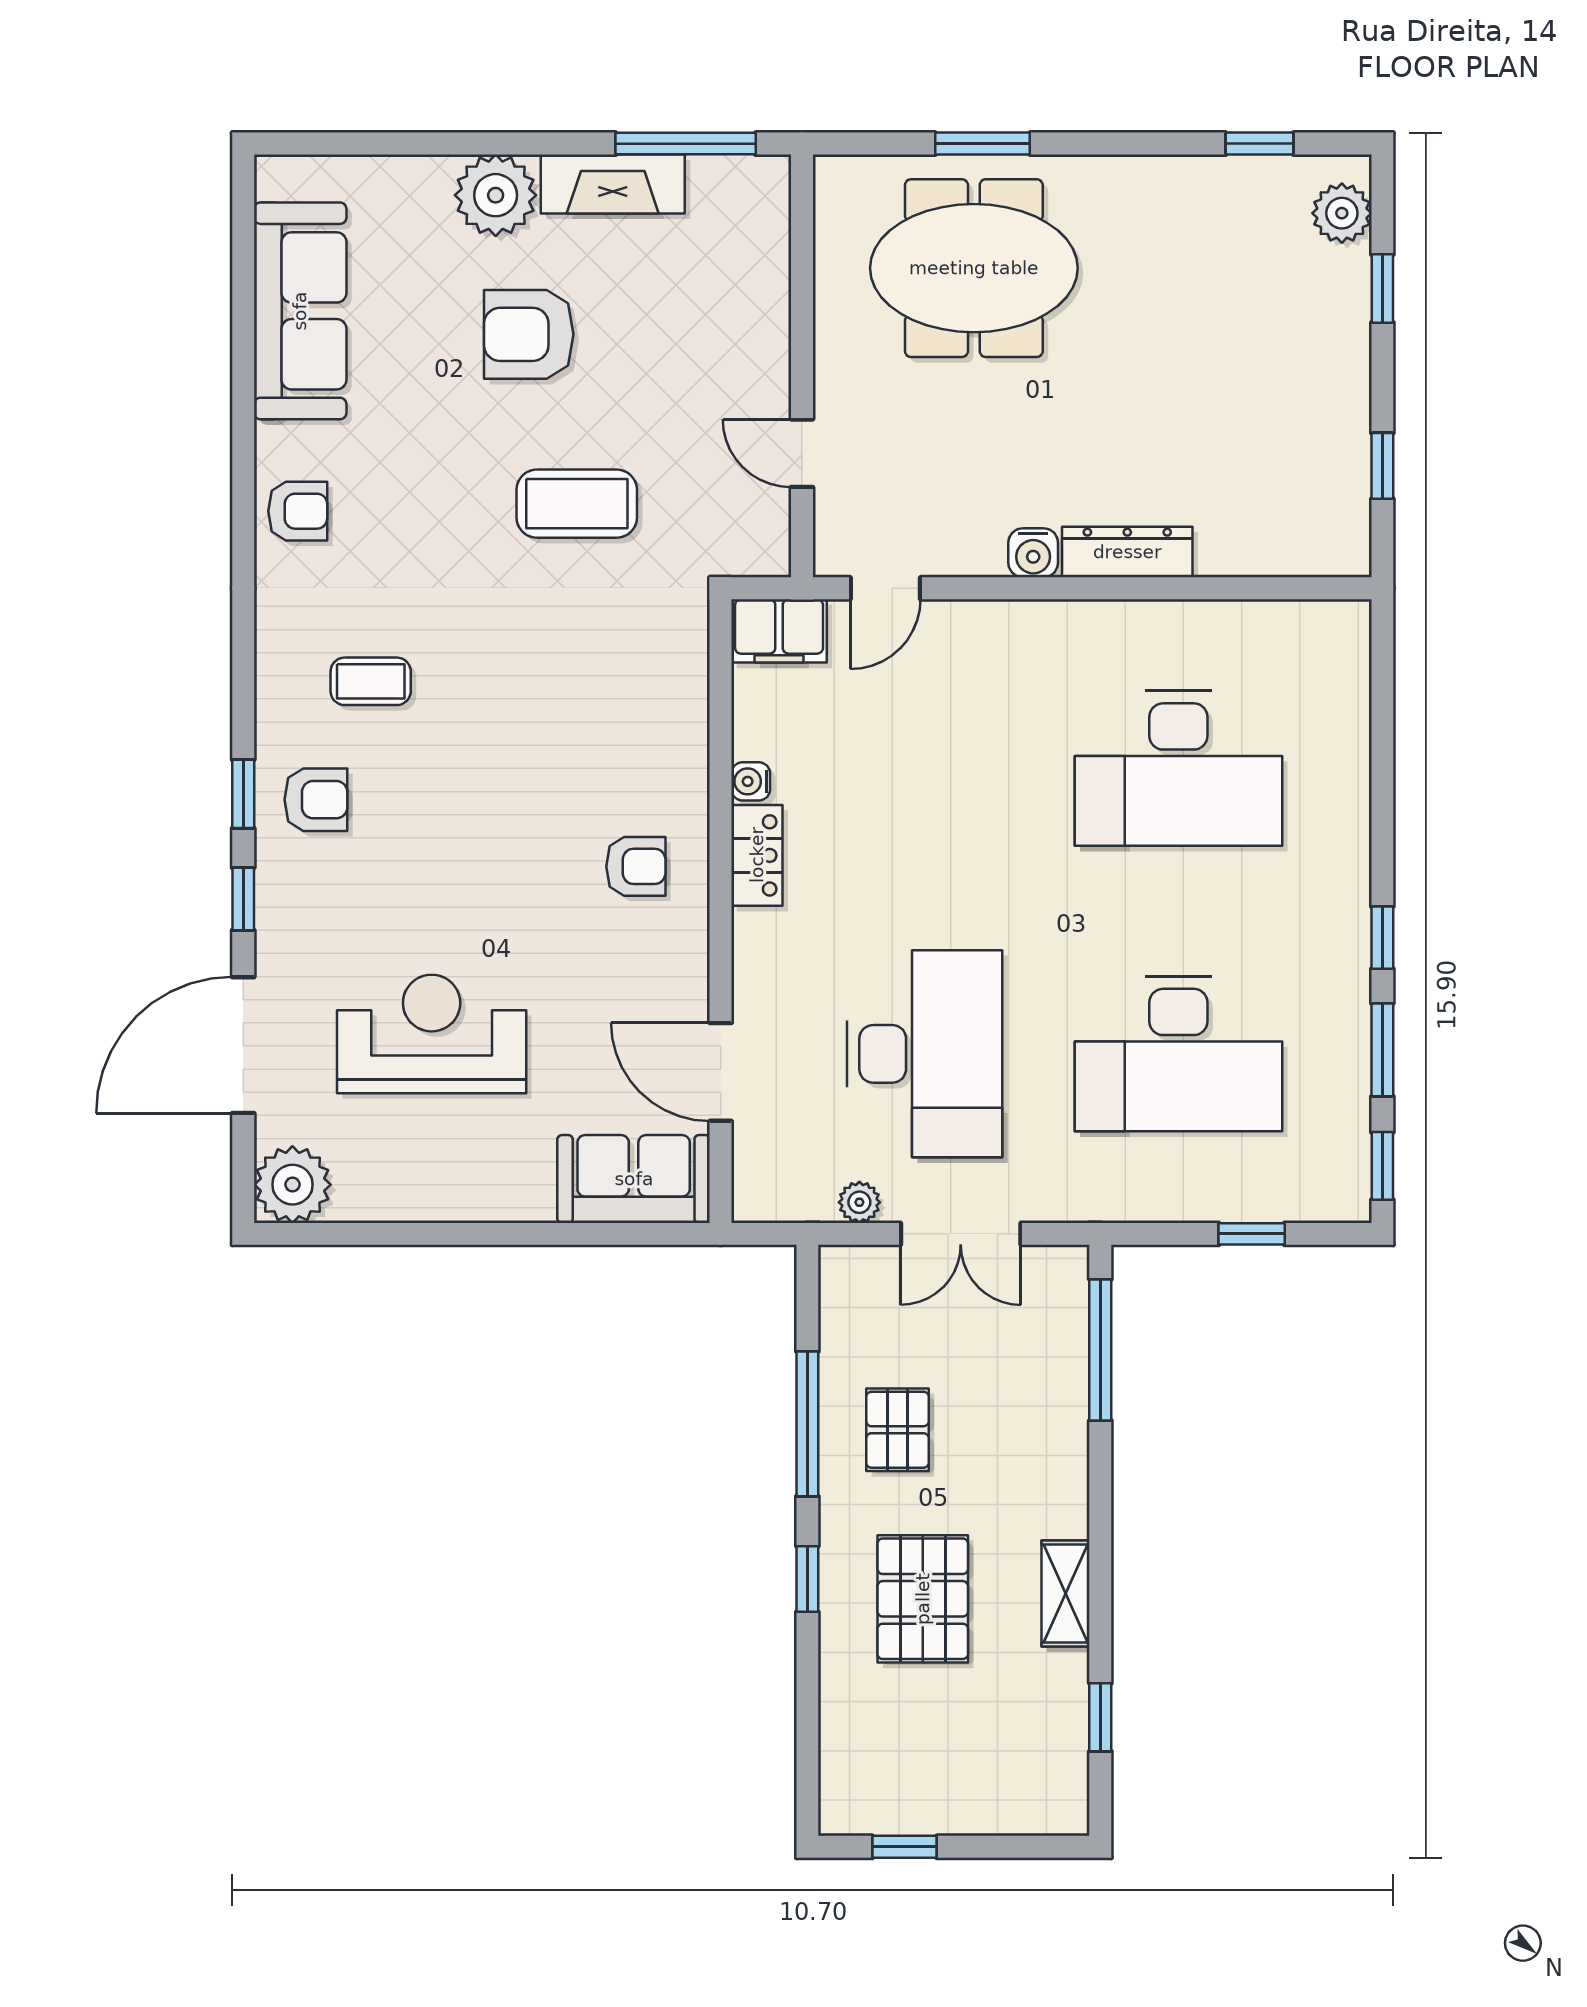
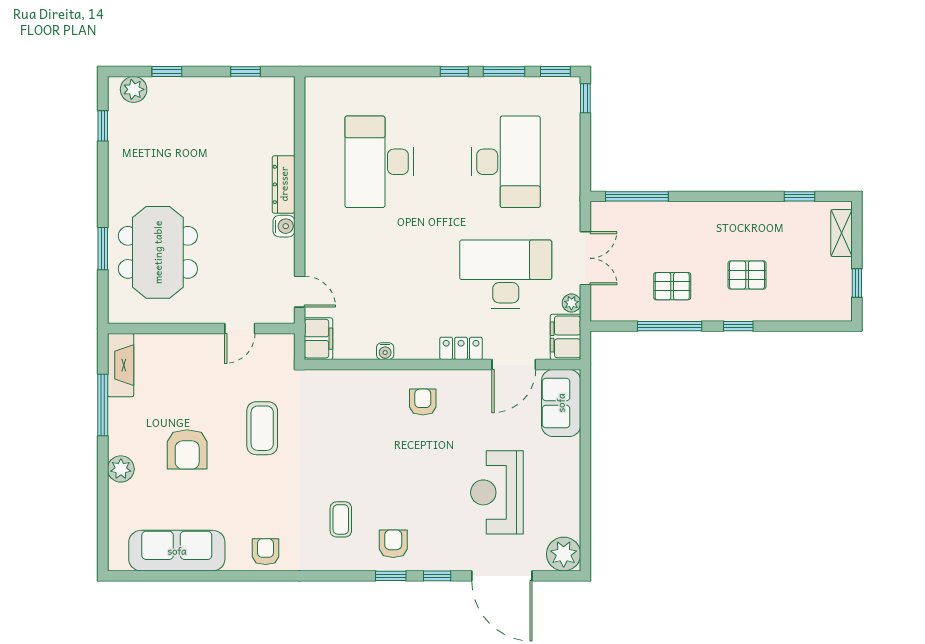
window: (686, 144) -> (103, 405), moved
fireplace: (613, 184) -> (121, 365), moved
plant: (496, 195) -> (121, 469), width x0.73, depth x0.73
desk: (1178, 768) -> (379, 162), turned 180
locker: (757, 855) -> (461, 348), moved
filing cabinet: (783, 1189) -> (565, 337), added
window: (1252, 1234) -> (585, 98), moved
shelving: (1066, 1593) -> (841, 233), moved, turned 90
pallet: (923, 1599) -> (747, 275), width x0.67, depth x0.71

